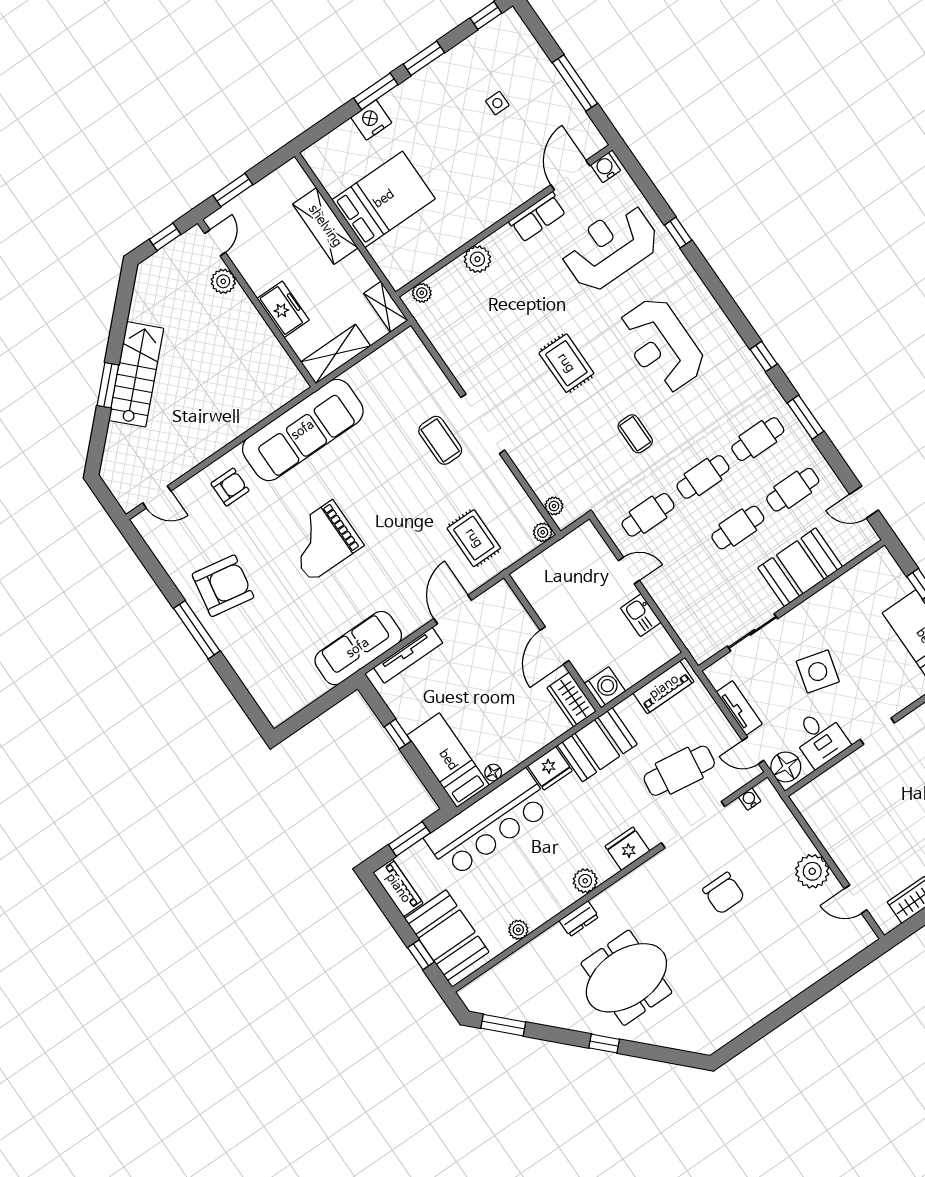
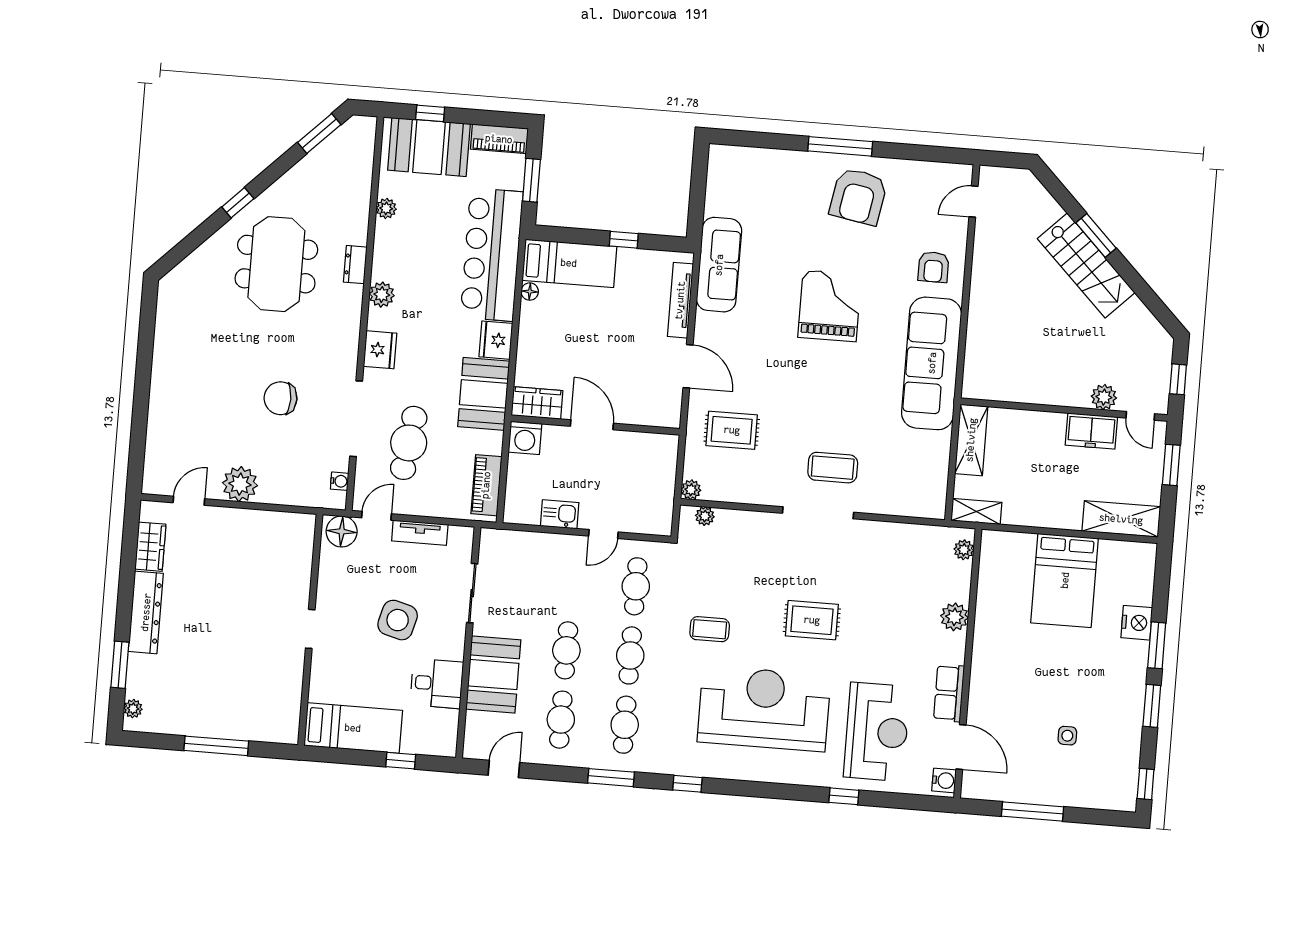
shelving: (325, 226) -> (1121, 519), moved
freezer: (283, 309) -> (1091, 431), moved
reception desk: (661, 345) -> (764, 709), width x1.36, depth x1.30
desk: (820, 738) -> (437, 683), moved, turned 180

